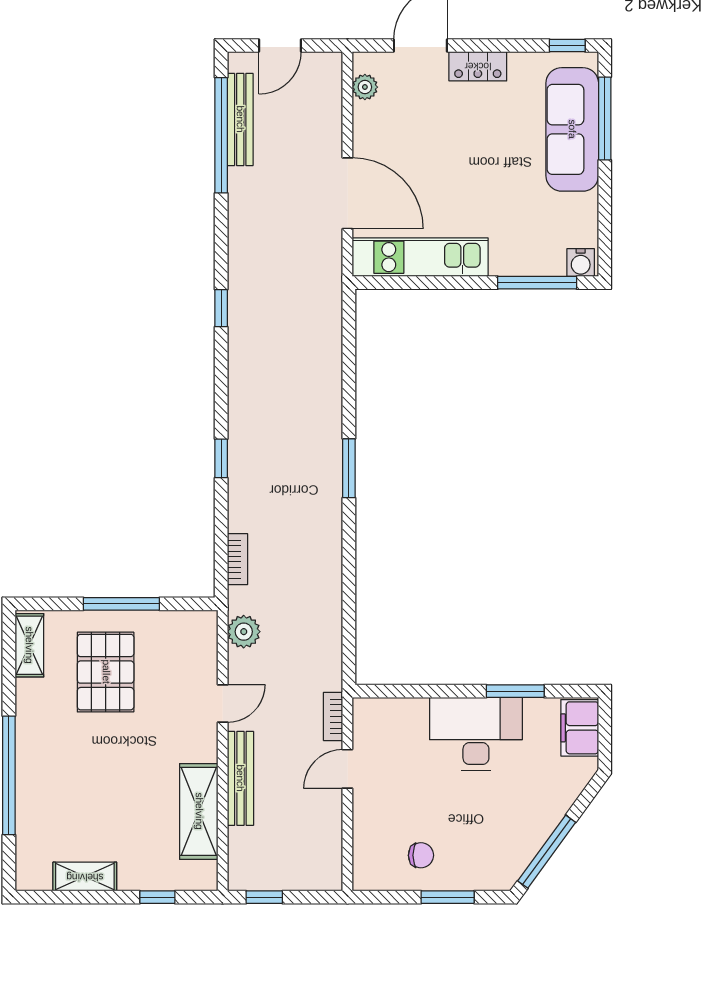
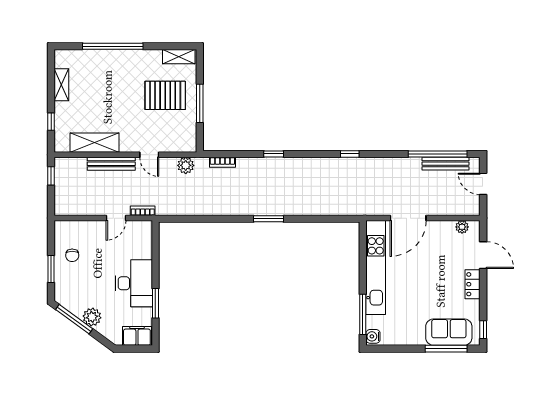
sofa: (572, 129) -> (449, 332), width x0.73
kitchen unit: (420, 257) -> (376, 267), width x1.36
door: (347, 769) -> (116, 218), swing flipped
plant: (542, 816) -> (92, 317), added

